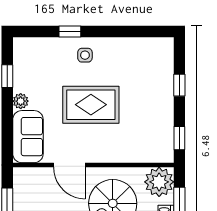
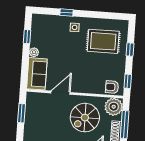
rug: (91, 105) -> (103, 41), moved
armchair: (154, 149) -> (112, 87), added
door: (69, 165) -> (60, 93), swing flipped

